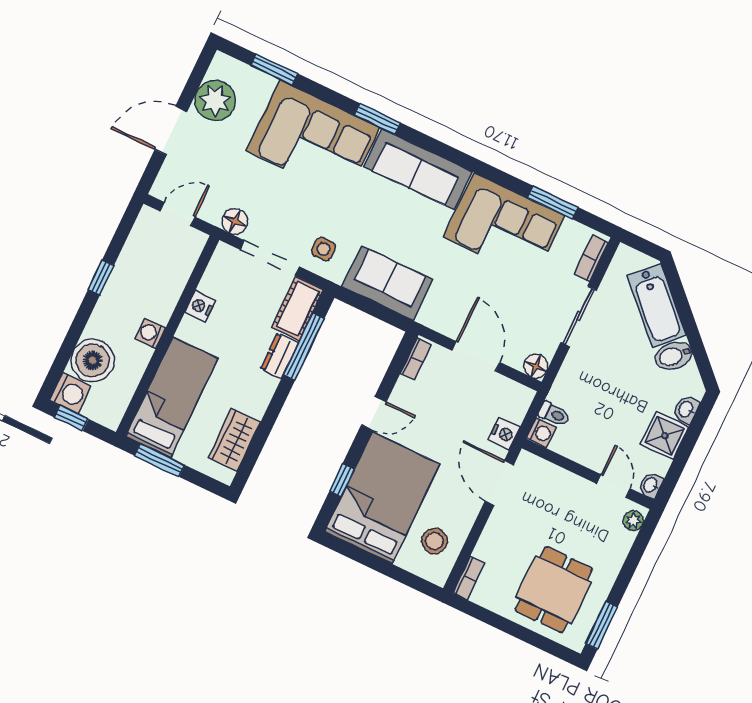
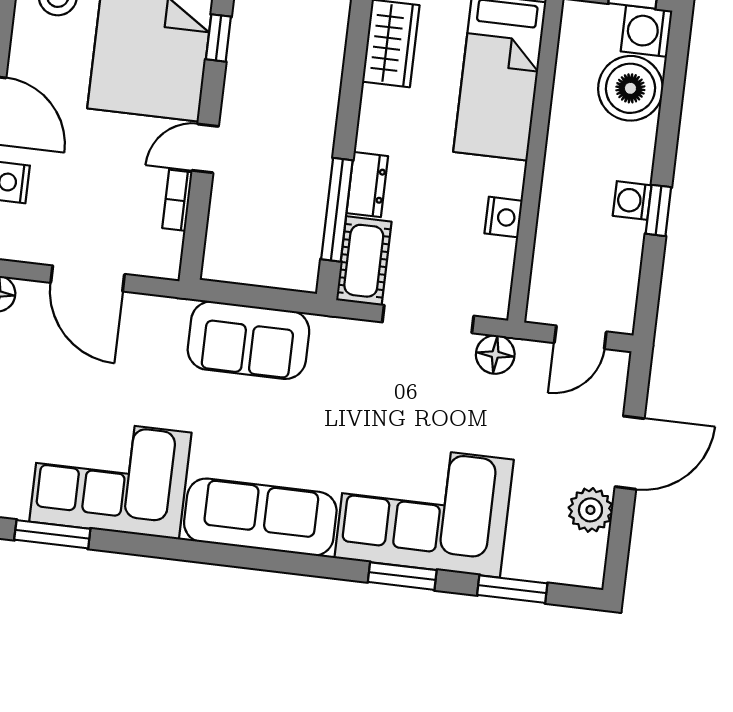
plant: (215, 100) -> (590, 510), width x0.73, depth x0.73
window: (378, 119) -> (402, 576), moved
side table: (324, 249) -> (356, 358), removed
washing machine: (150, 333) -> (632, 201), moved, turned 180
bookcase: (416, 359) -> (177, 200), moved

